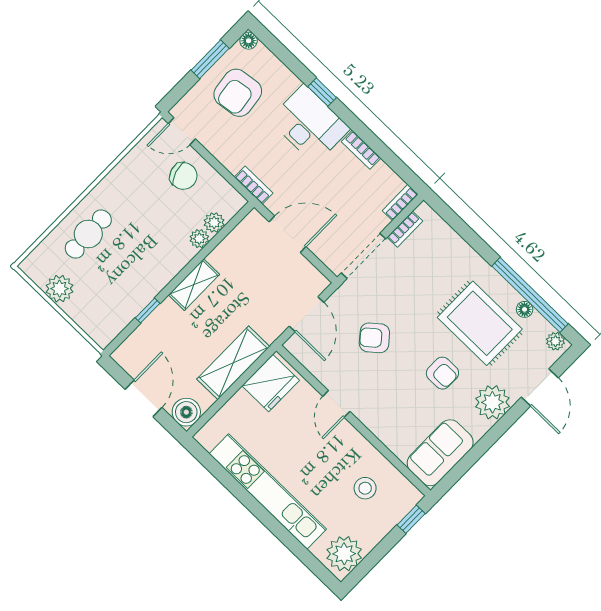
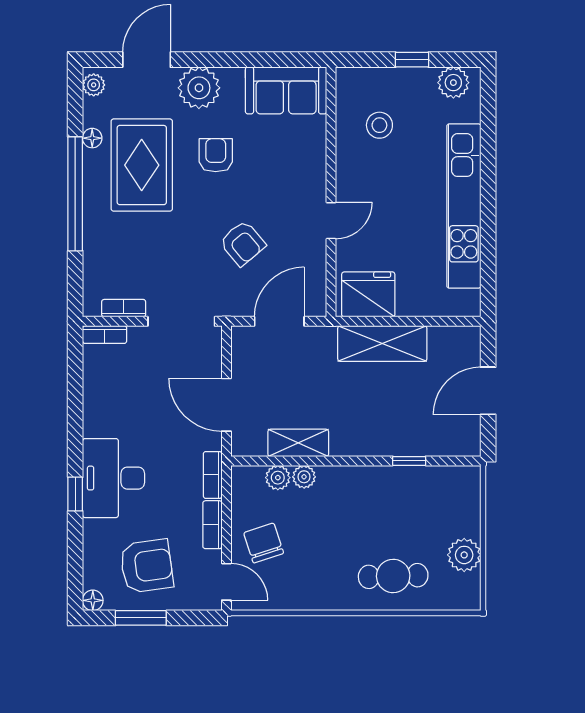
bookcase: (361, 150) -> (212, 525), moved, turned 180
shelving: (194, 285) -> (298, 443), moved
window: (530, 295) -> (75, 194), moved
boiler: (186, 412) -> (464, 343), removed
window: (411, 519) -> (412, 60), moved
plant: (344, 554) -> (453, 83), width x0.73, depth x0.73

